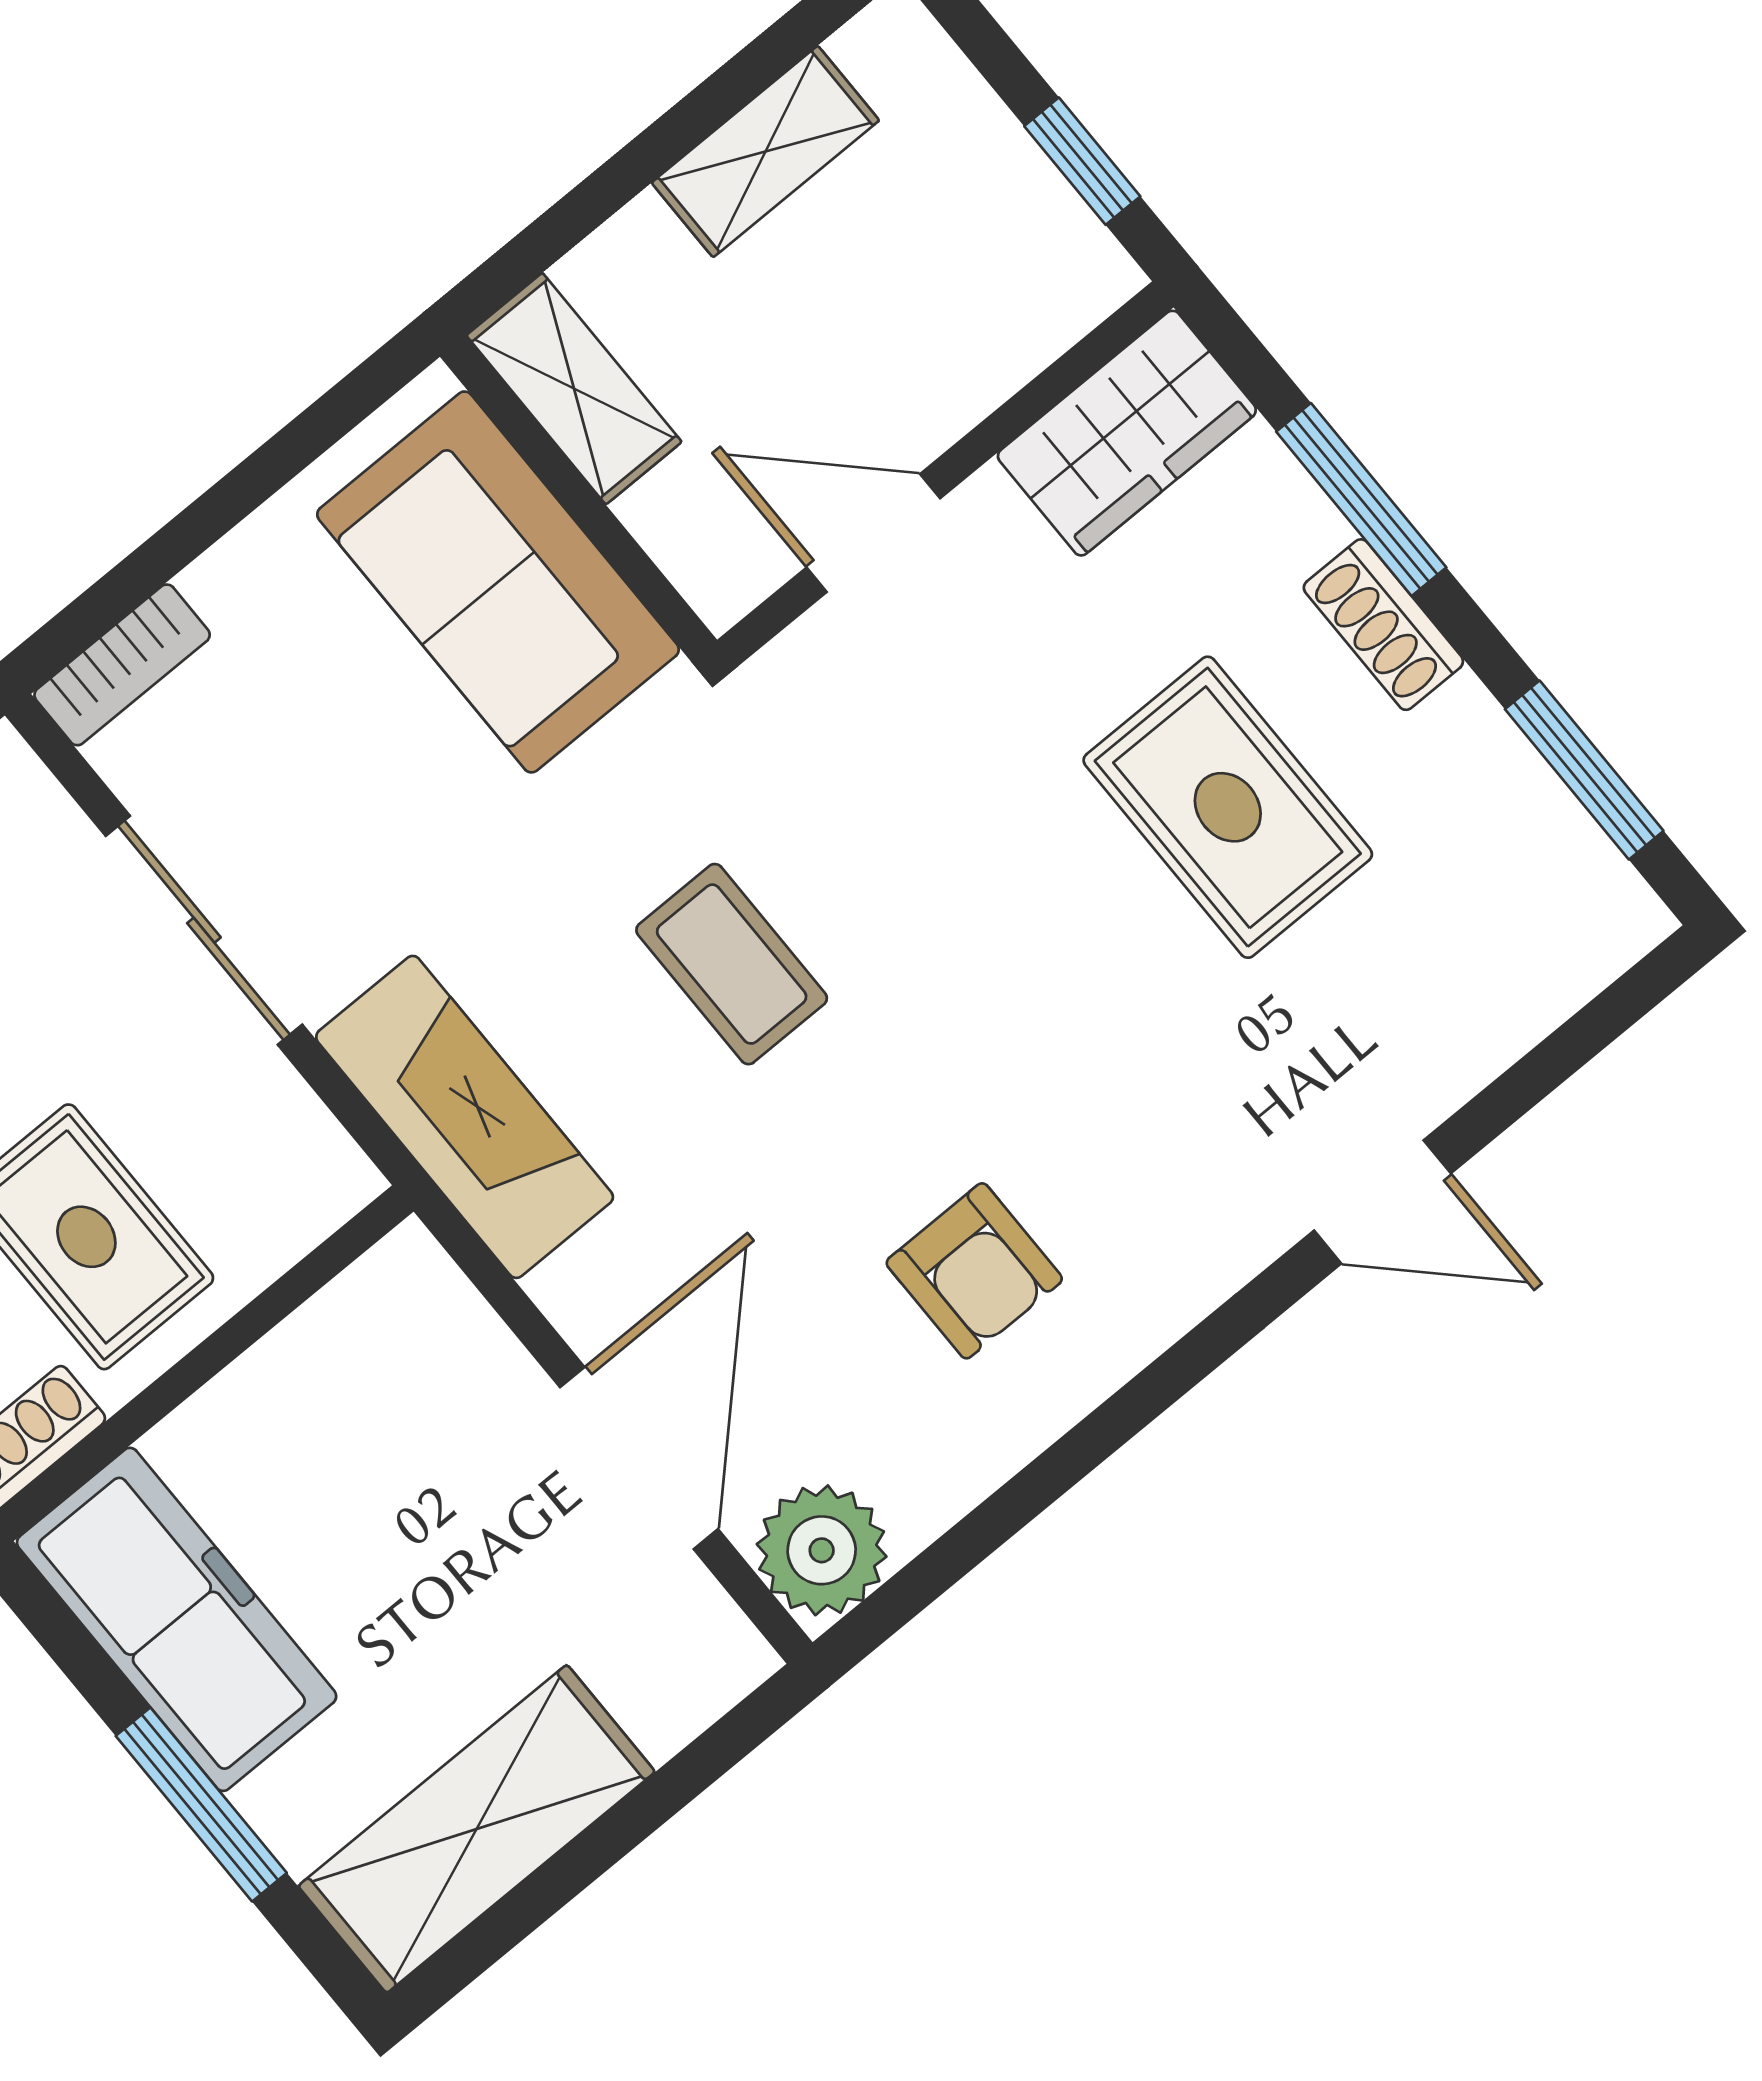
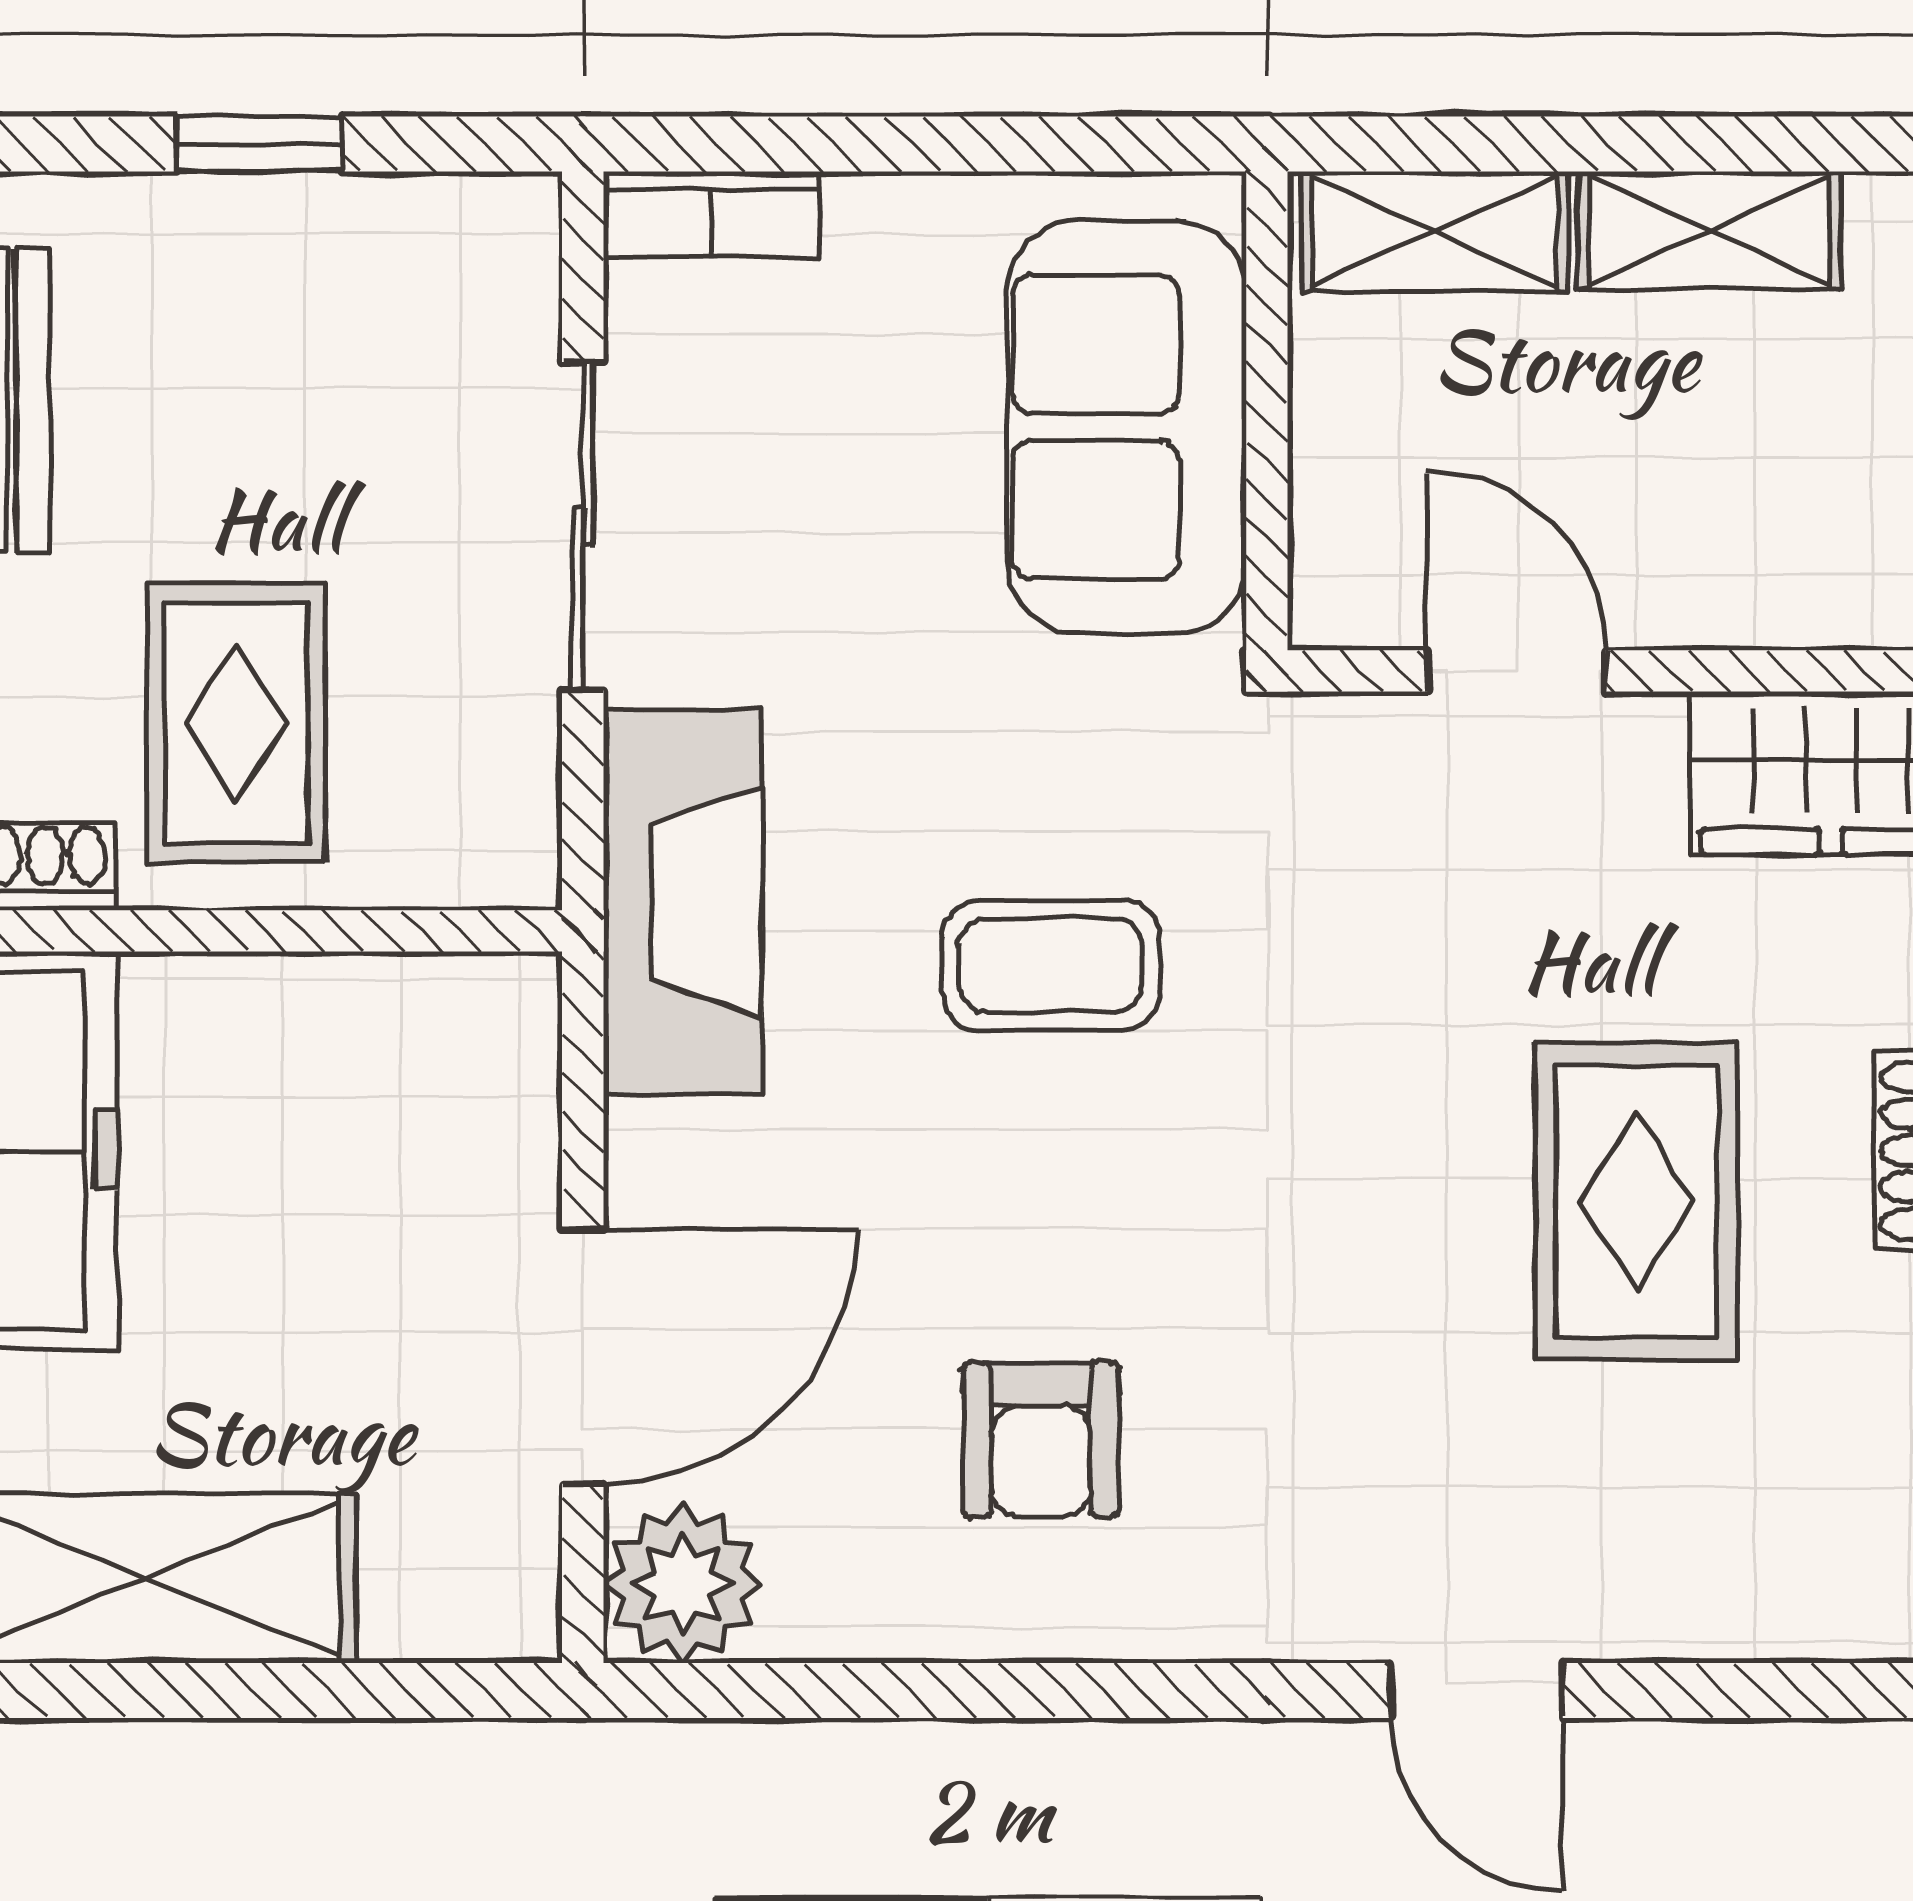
shelving: (574, 389) -> (1435, 231), moved, turned 90
coffee table: (732, 964) -> (1051, 965), turned 90

